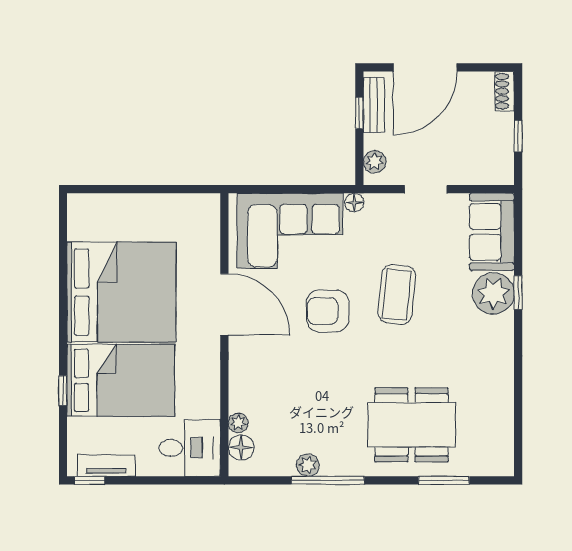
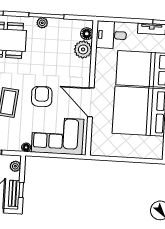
armchair: (328, 311) -> (42, 96), turned -91
plant: (238, 423) -> (83, 49), width x1.87, depth x1.87
plant: (308, 465) -> (42, 23), moved

